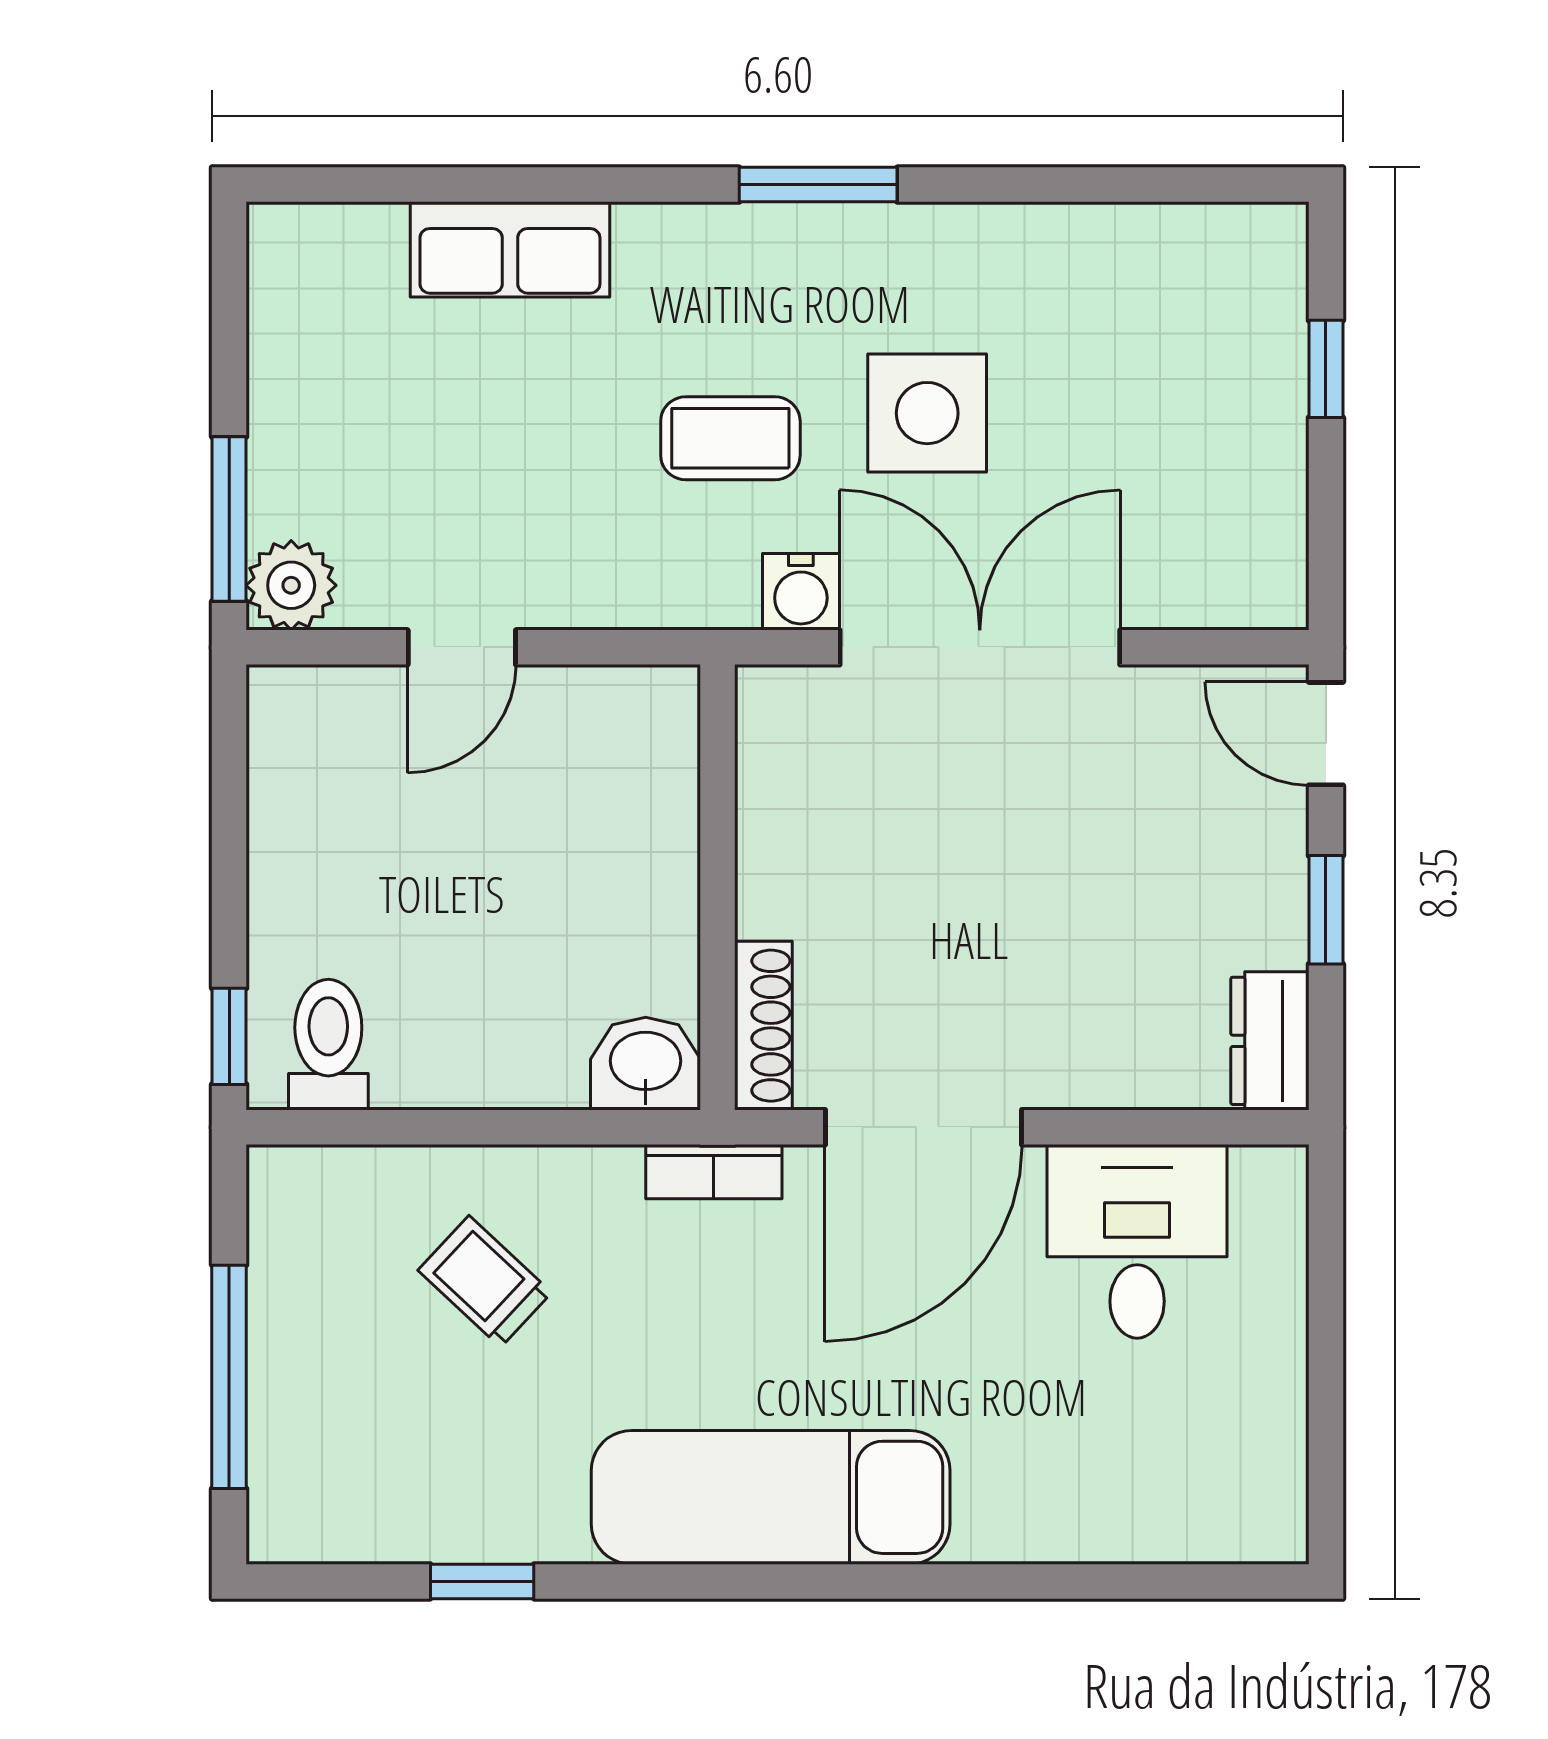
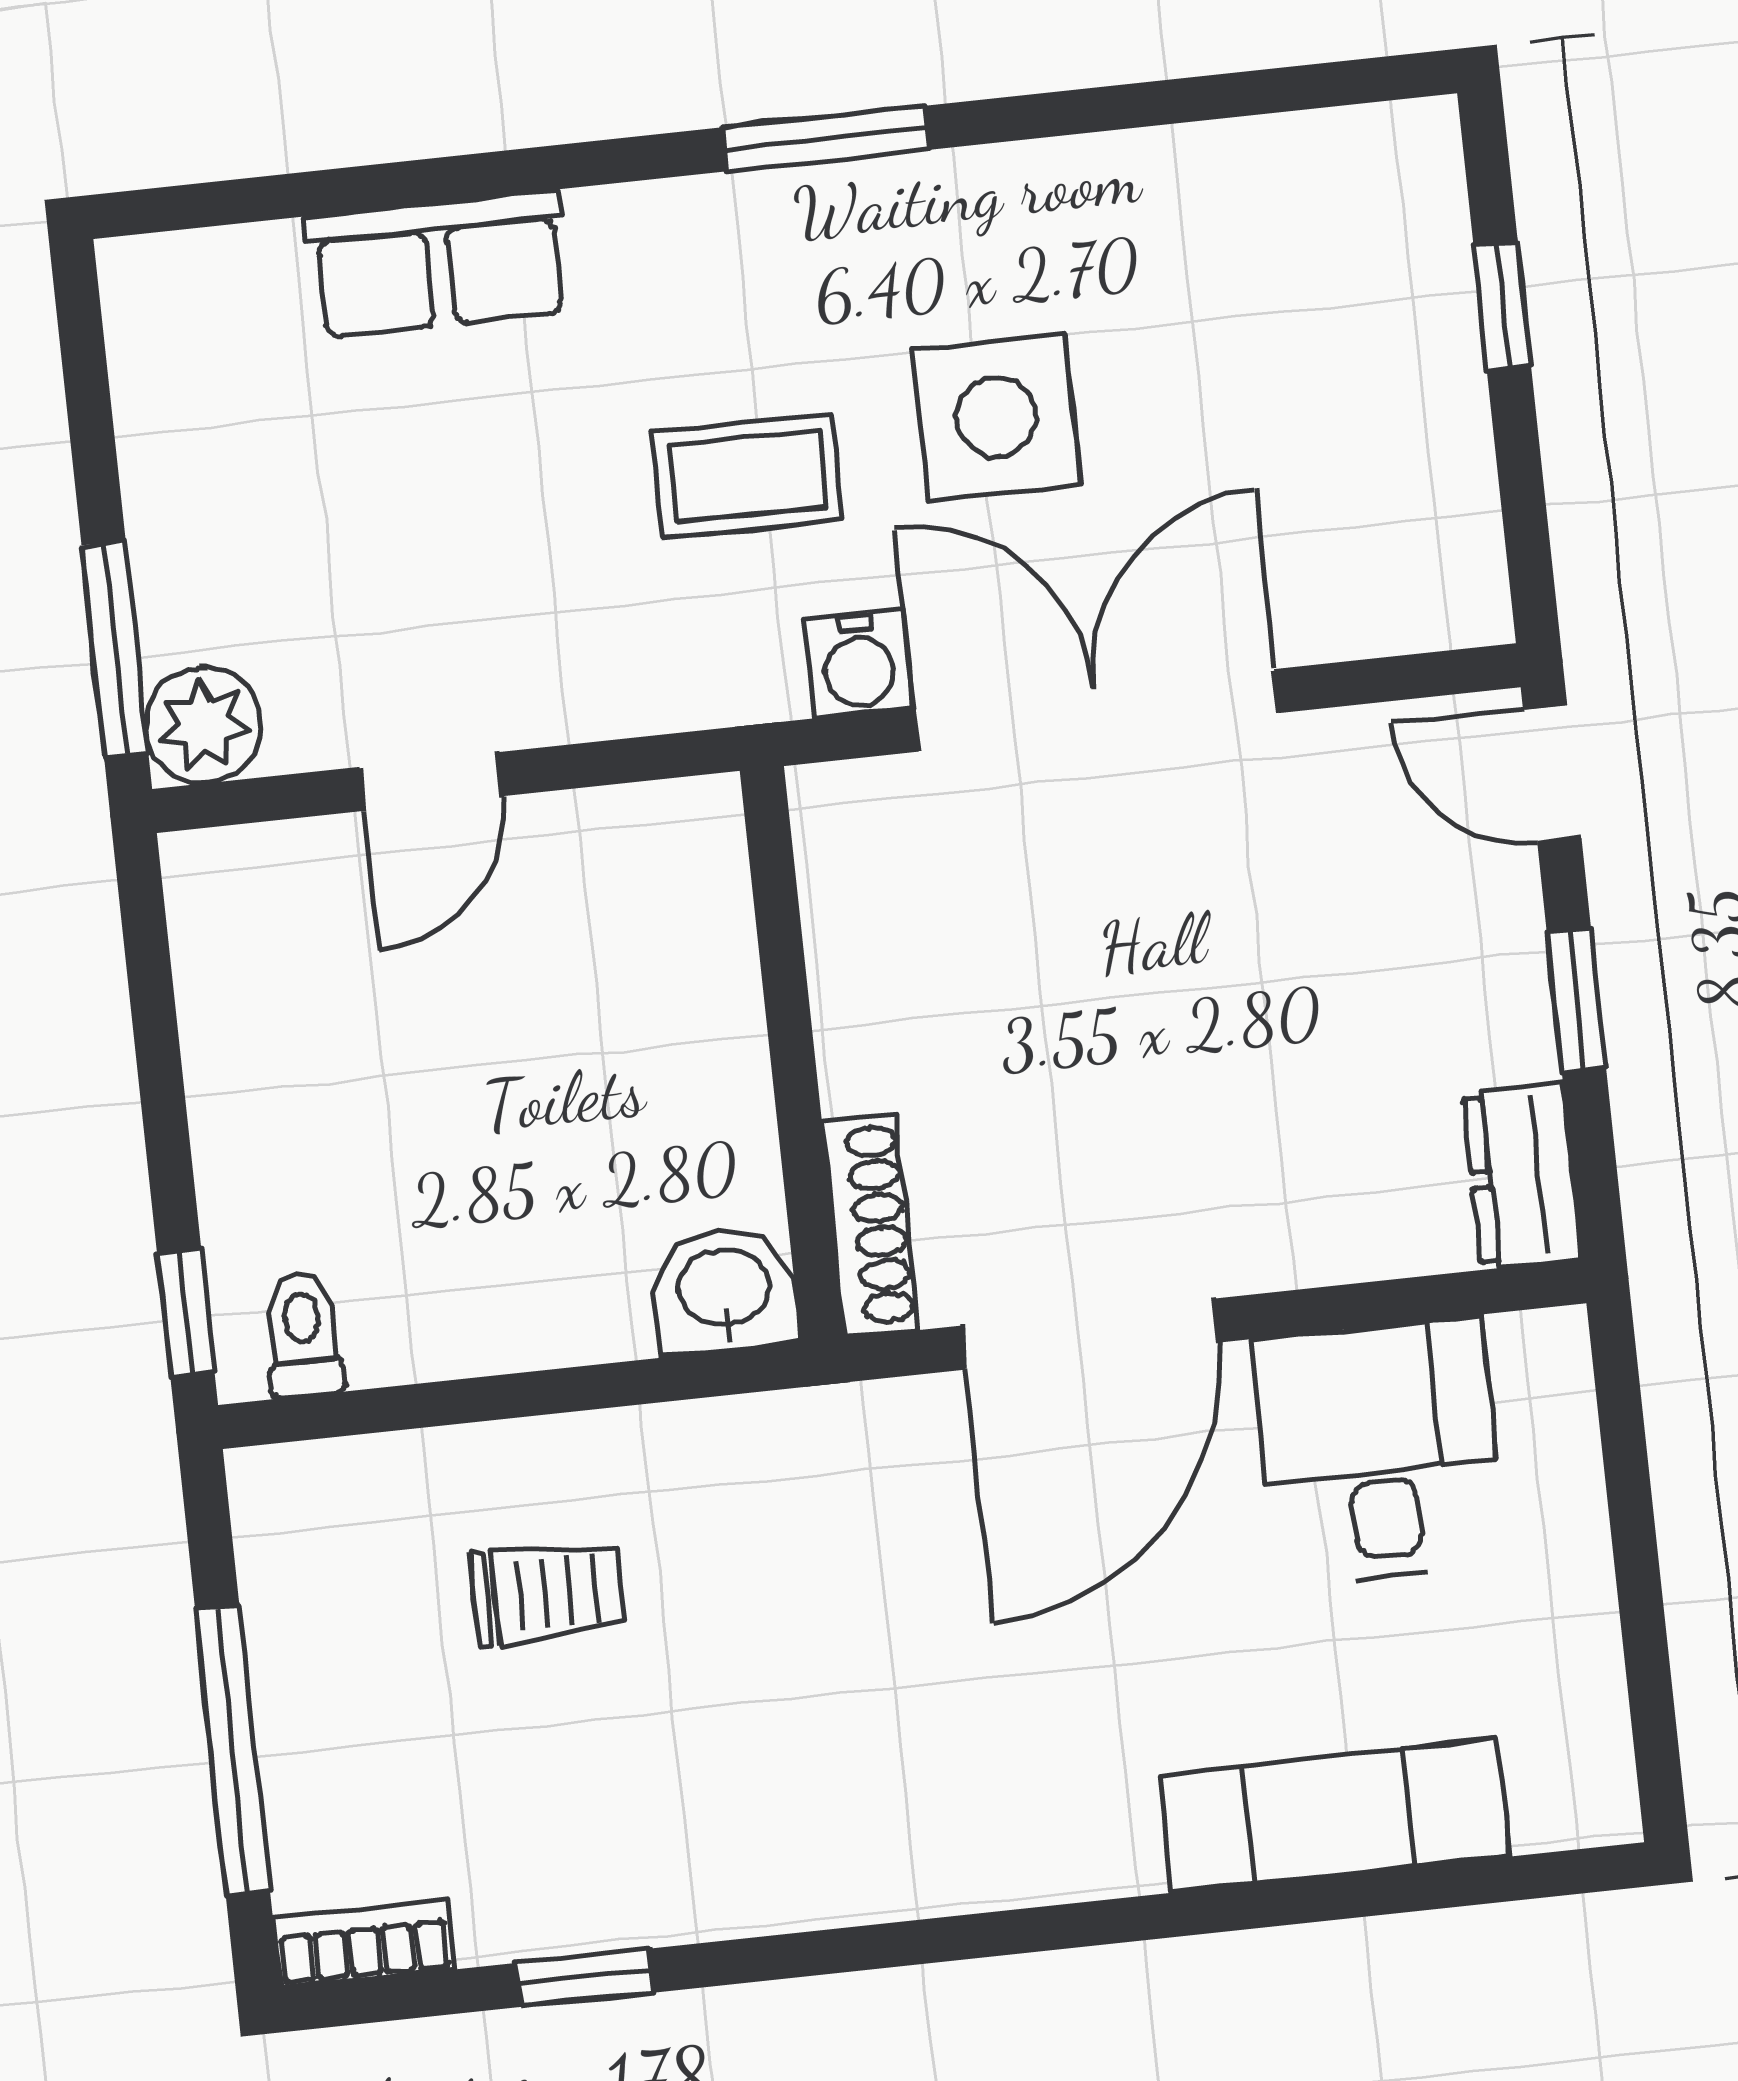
toilet: (328, 1045) -> (303, 1335), width x0.73, depth x0.72
bookcase: (714, 1172) -> (364, 1944), moved, turned 180
trolley: (485, 1281) -> (548, 1592), turned 137
exam couch: (771, 1497) -> (1334, 1816), moved, width x0.73, depth x0.69

